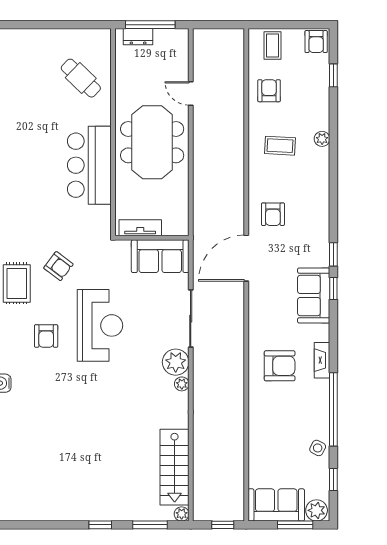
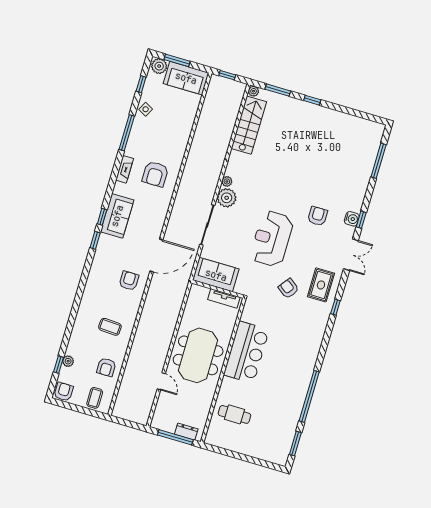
cafe table: (81, 78) -> (234, 414), turned -44
plant: (322, 139) -> (68, 361), moved
armchair: (46, 336) -> (318, 216), moved
armchair: (280, 366) -> (155, 174), turned -90
window: (333, 409) -> (127, 133), width x0.68

